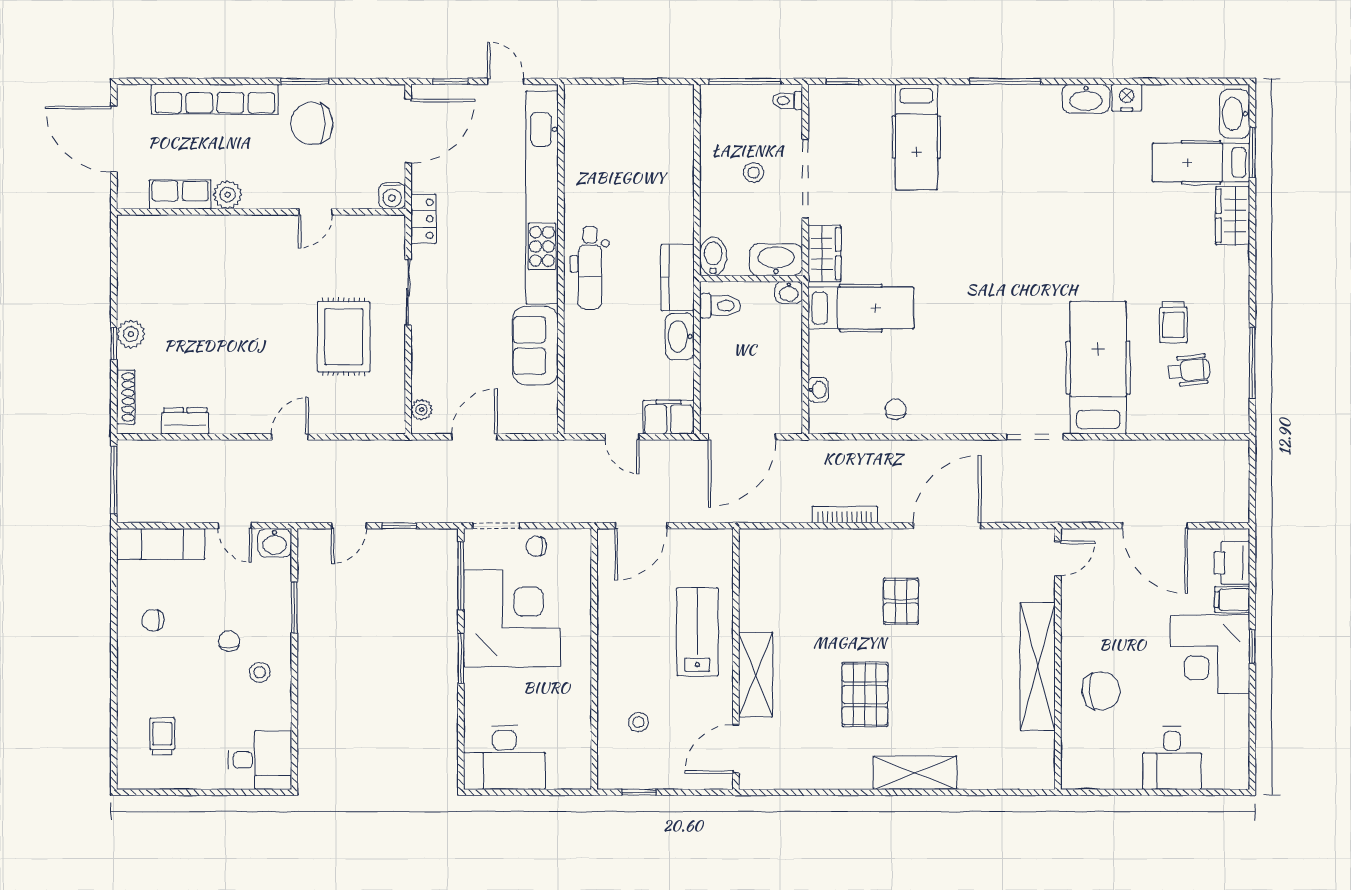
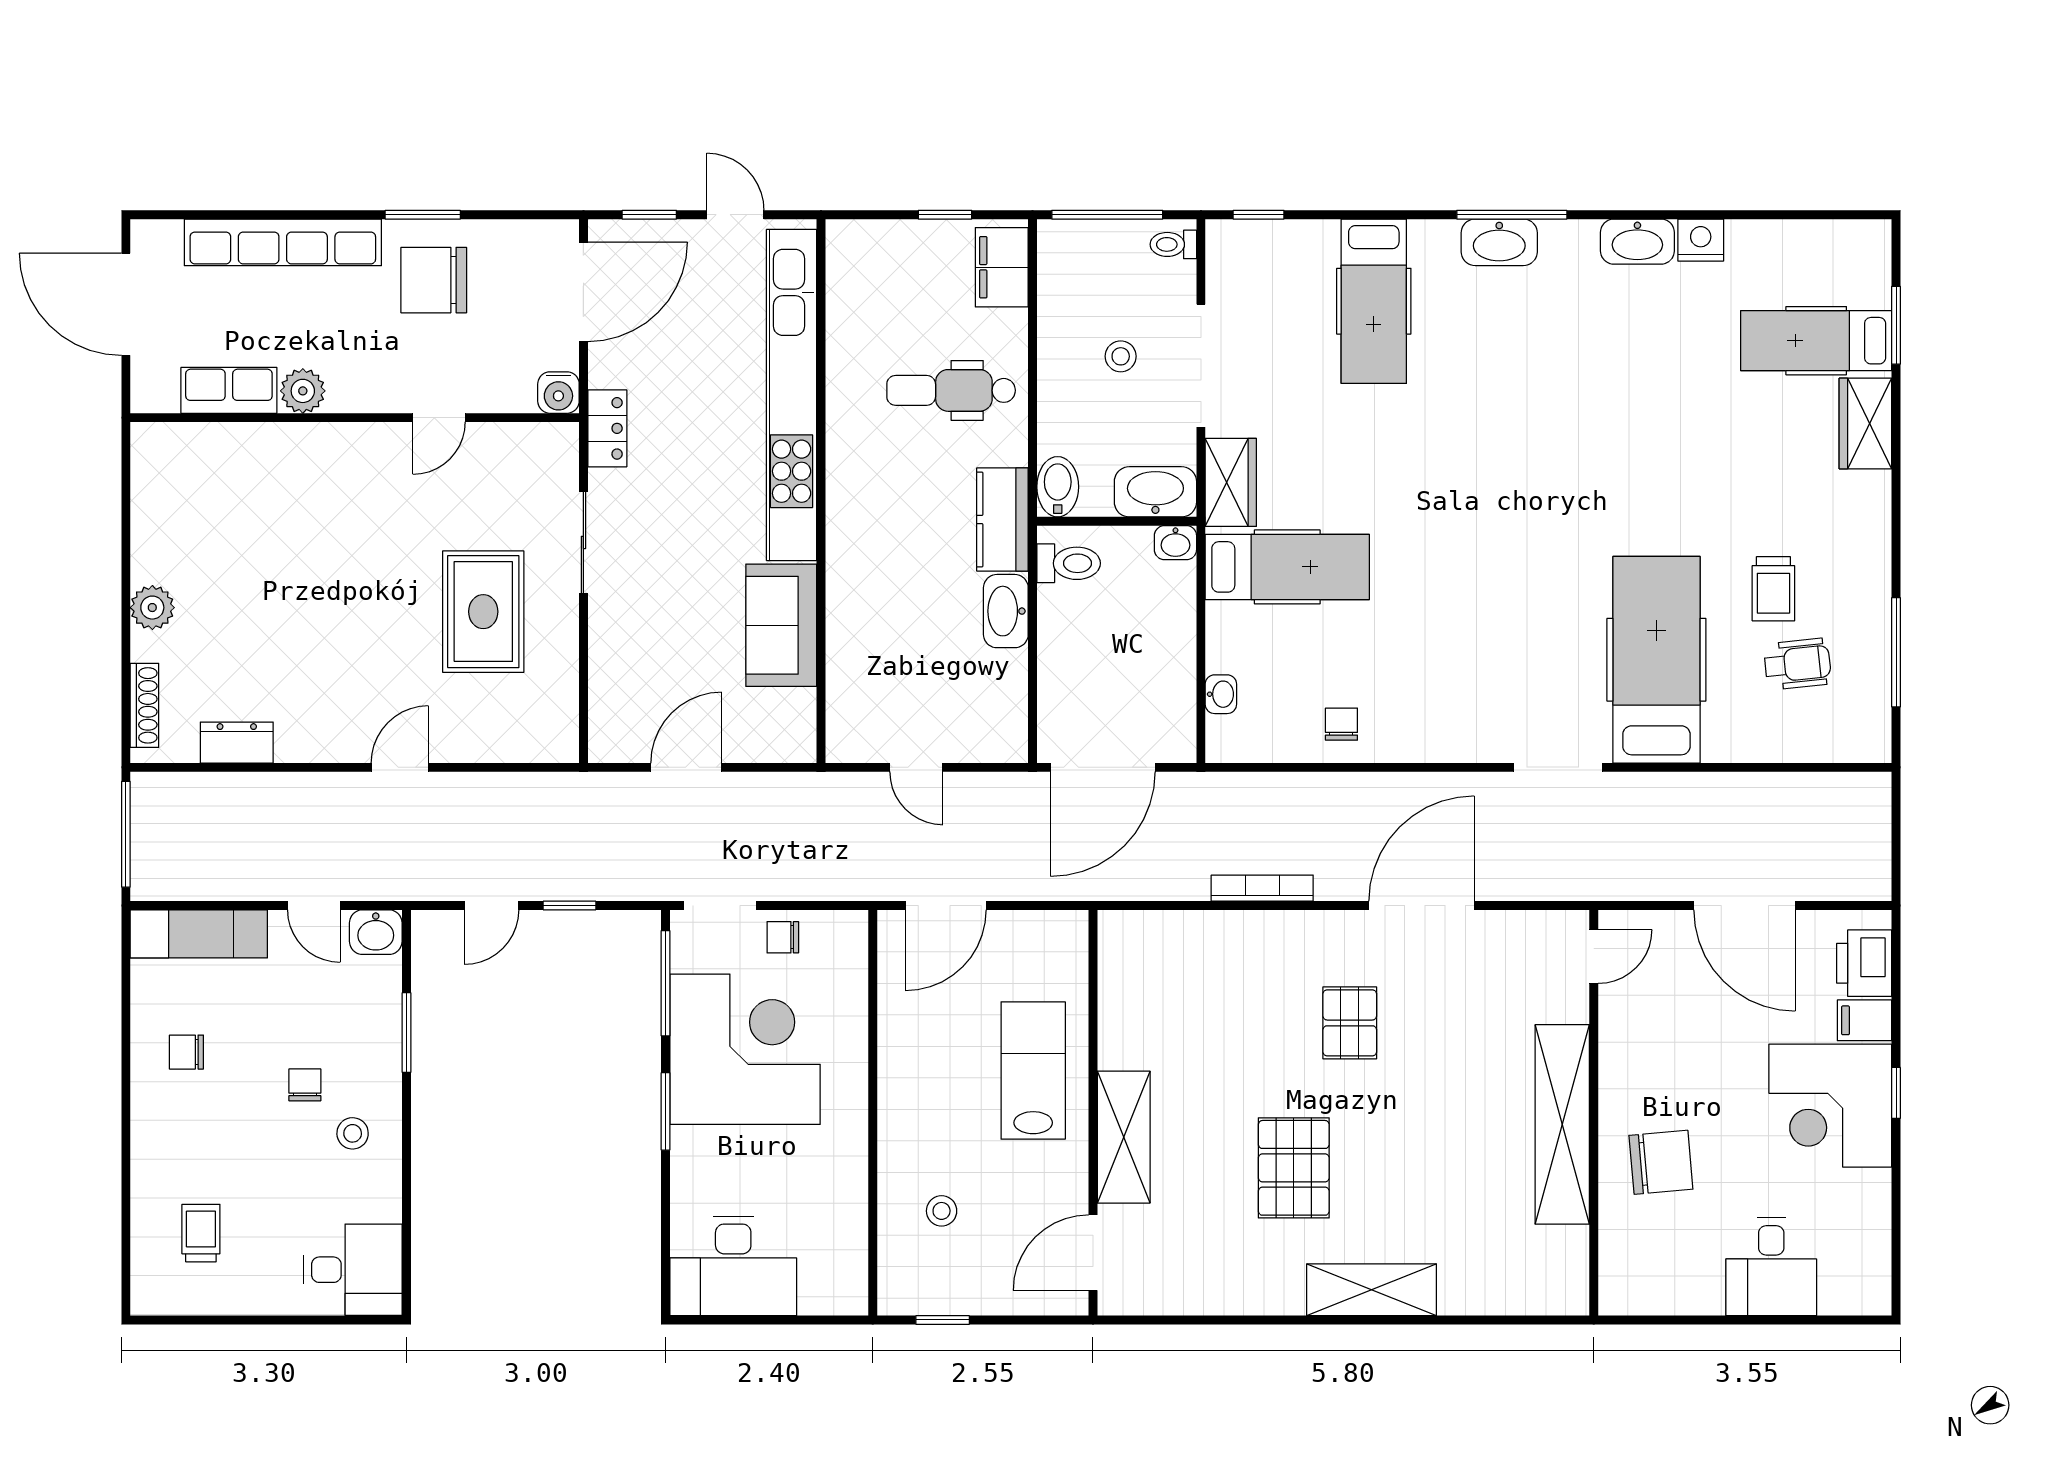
washbasin: (1235, 114) -> (1499, 242), moved, turned -90
dental chair: (590, 268) -> (951, 390), moved, turned 90
window: (114, 344) -> (126, 622), removed
plant: (422, 410) -> (604, 725), removed
filing cabinet: (669, 417) -> (1002, 267), moved, turned -90

